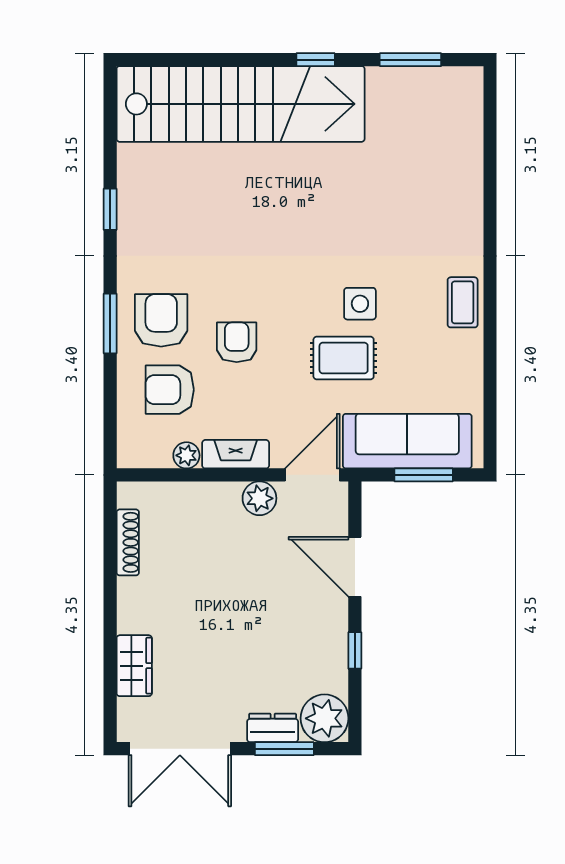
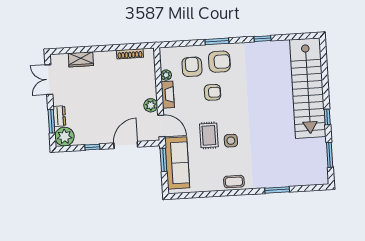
window: (490, 196) -> (277, 190), added
window: (424, 475) -> (163, 160), moved
double door: (180, 749) -> (49, 80), width x0.73

